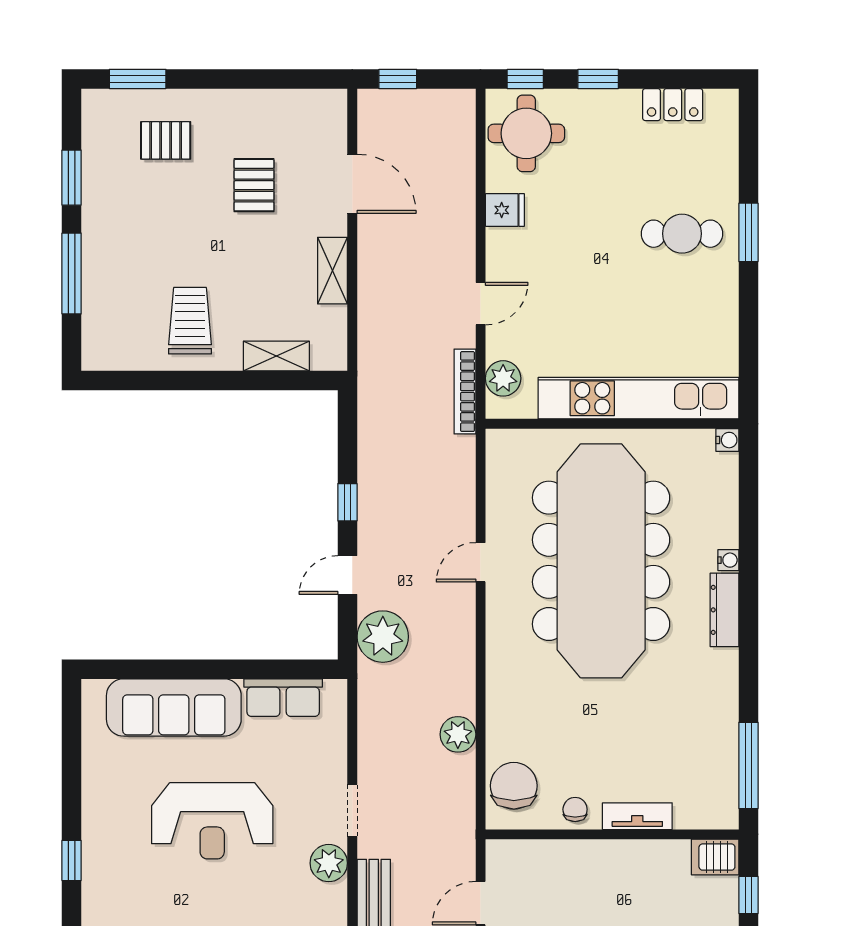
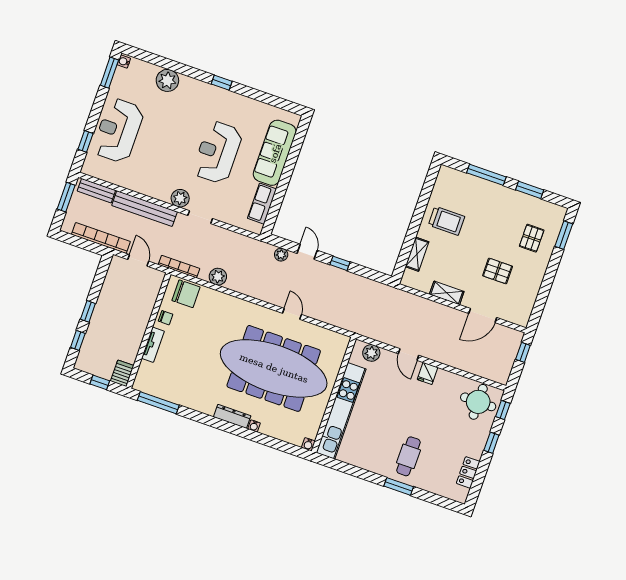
fridge: (505, 210) -> (428, 373), moved
bookcase: (465, 392) -> (179, 267), moved
plant: (383, 637) -> (281, 255), width x0.53, depth x0.53

